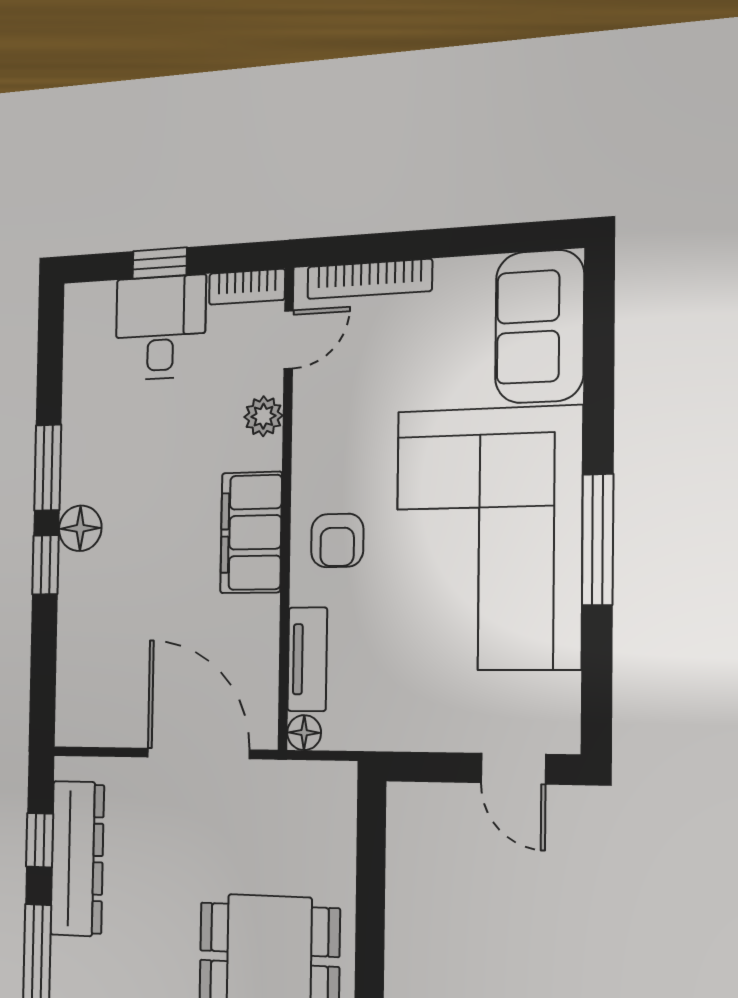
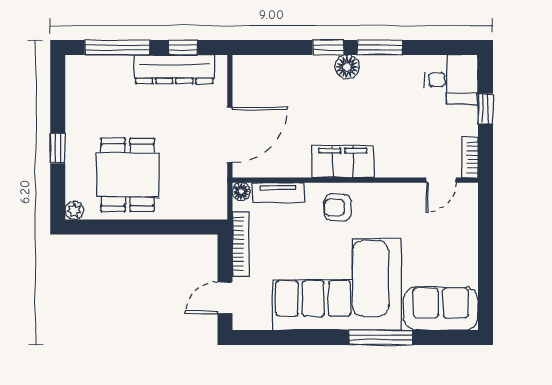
bookcase: (369, 279) -> (241, 244), moved, turned 180
desk: (161, 328) -> (451, 80), moved
door: (289, 340) -> (441, 180), hinge flipped
plant: (263, 416) -> (402, 167), removed
window: (598, 540) -> (381, 337), moved

